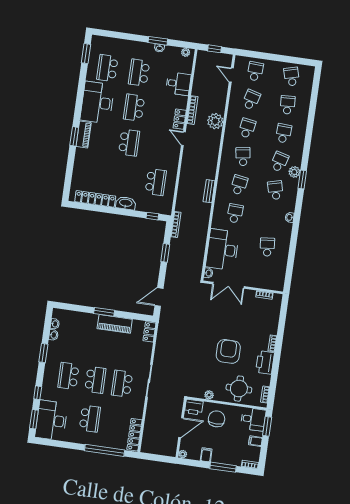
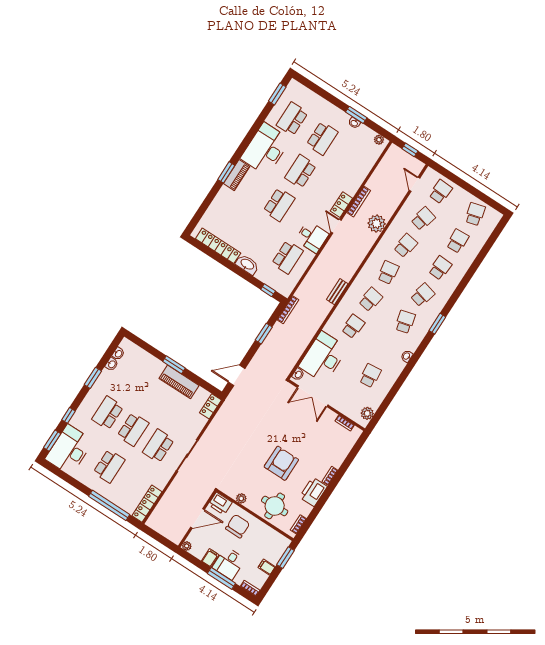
school desk: (139, 73) -> (322, 138), turned 180
desk: (178, 84) -> (312, 237), moved
plant: (294, 172) -> (367, 413), moved
desk: (253, 419) -> (229, 563), moved, turned 90

